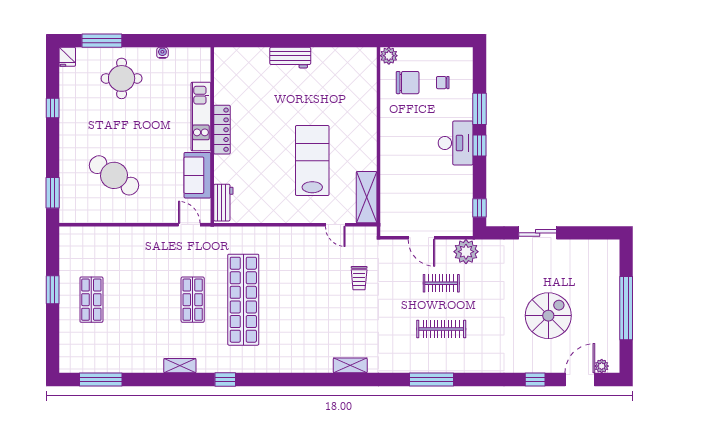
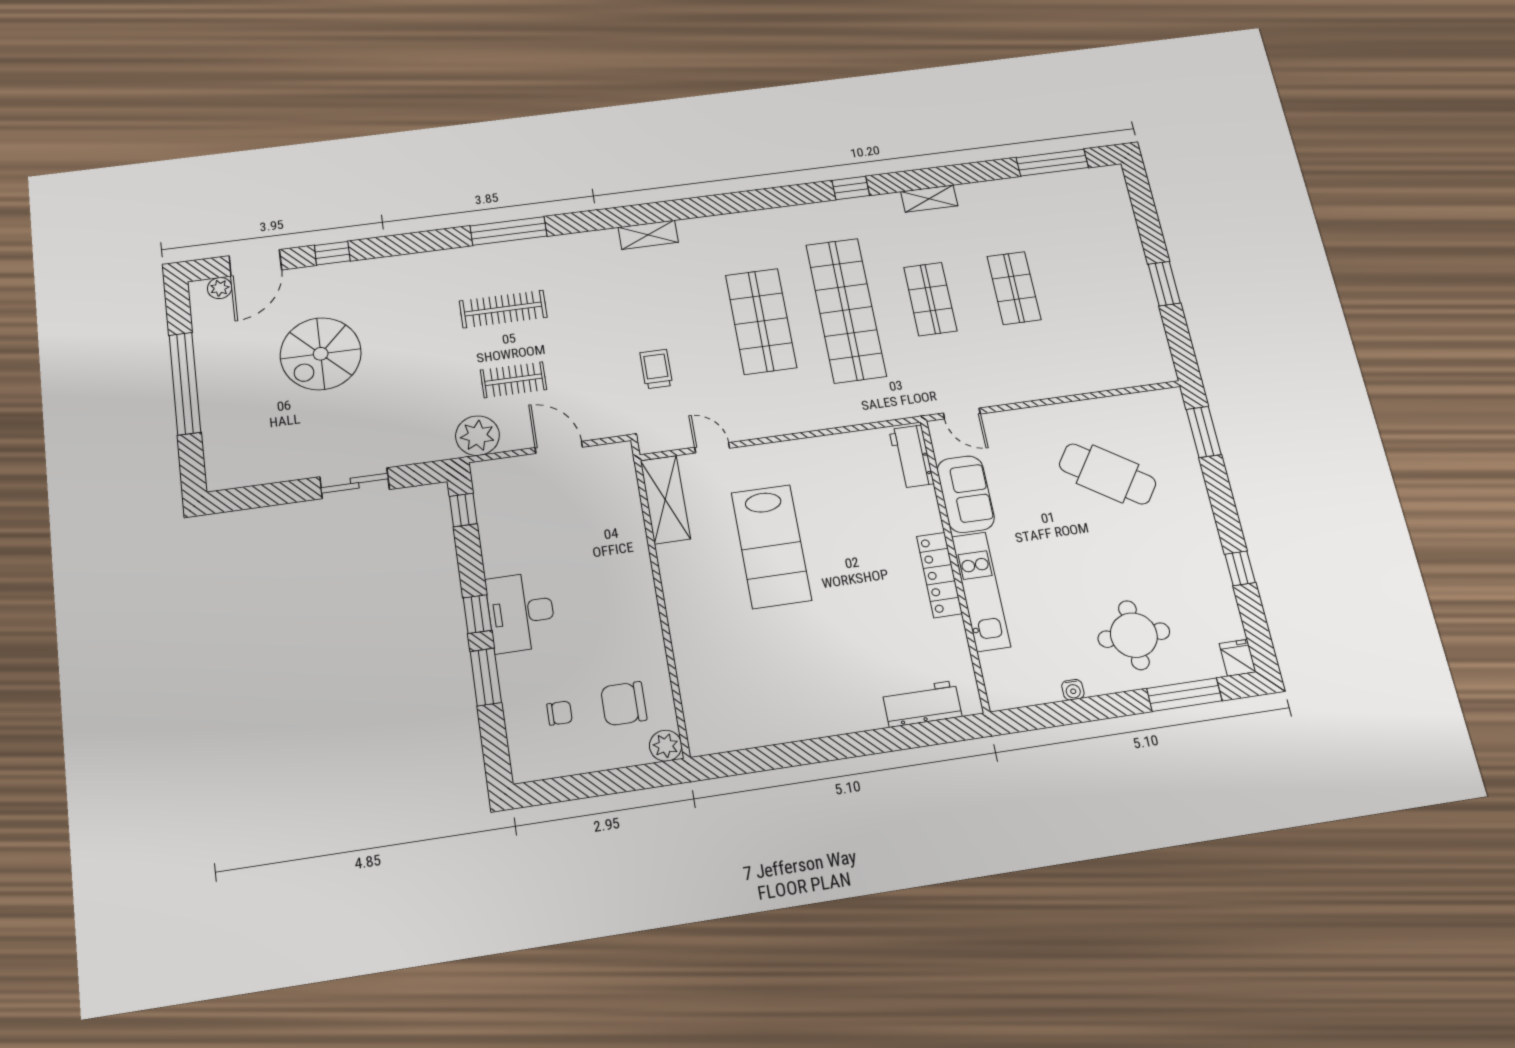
workbench: (290, 58) -> (922, 704), moved
shop shelf: (91, 300) -> (1014, 288), moved
shop shelf: (294, 300) -> (761, 321), added

